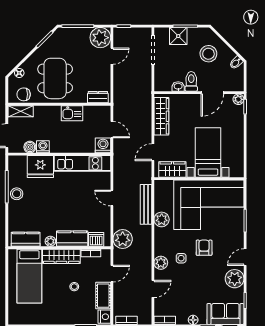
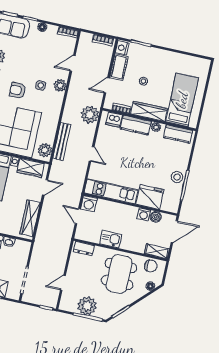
plant: (100, 38) -> (87, 306), moved
plant: (162, 219) -> (45, 150), moved
armchair: (204, 248) -> (18, 90), turned 90

